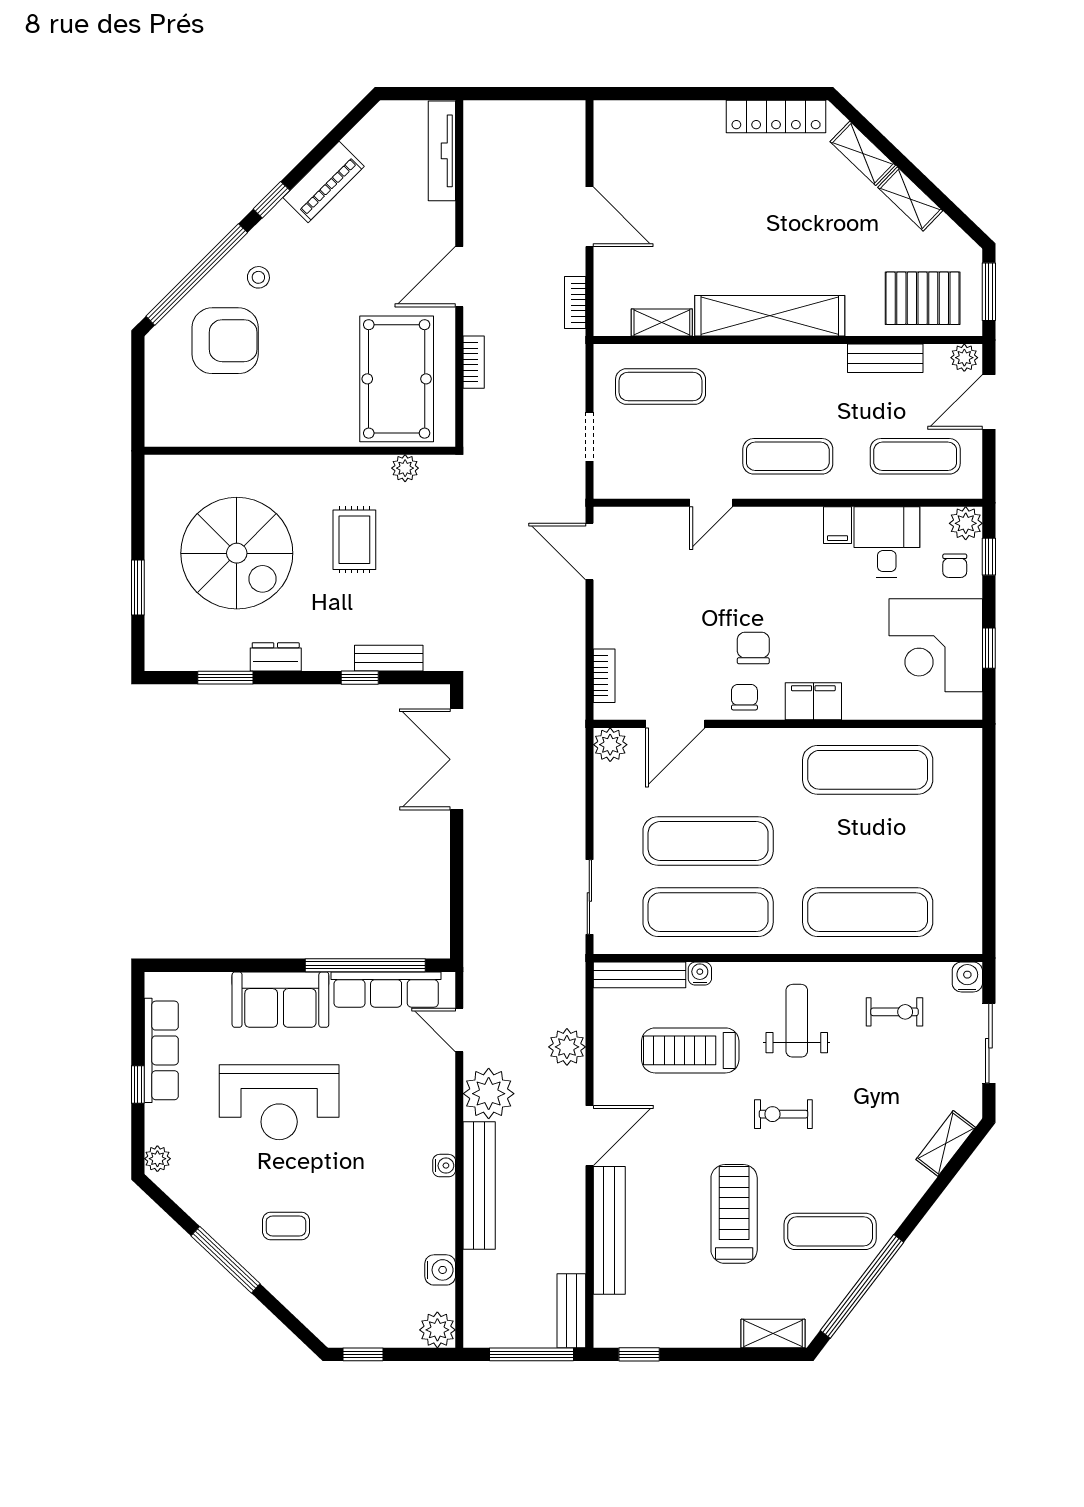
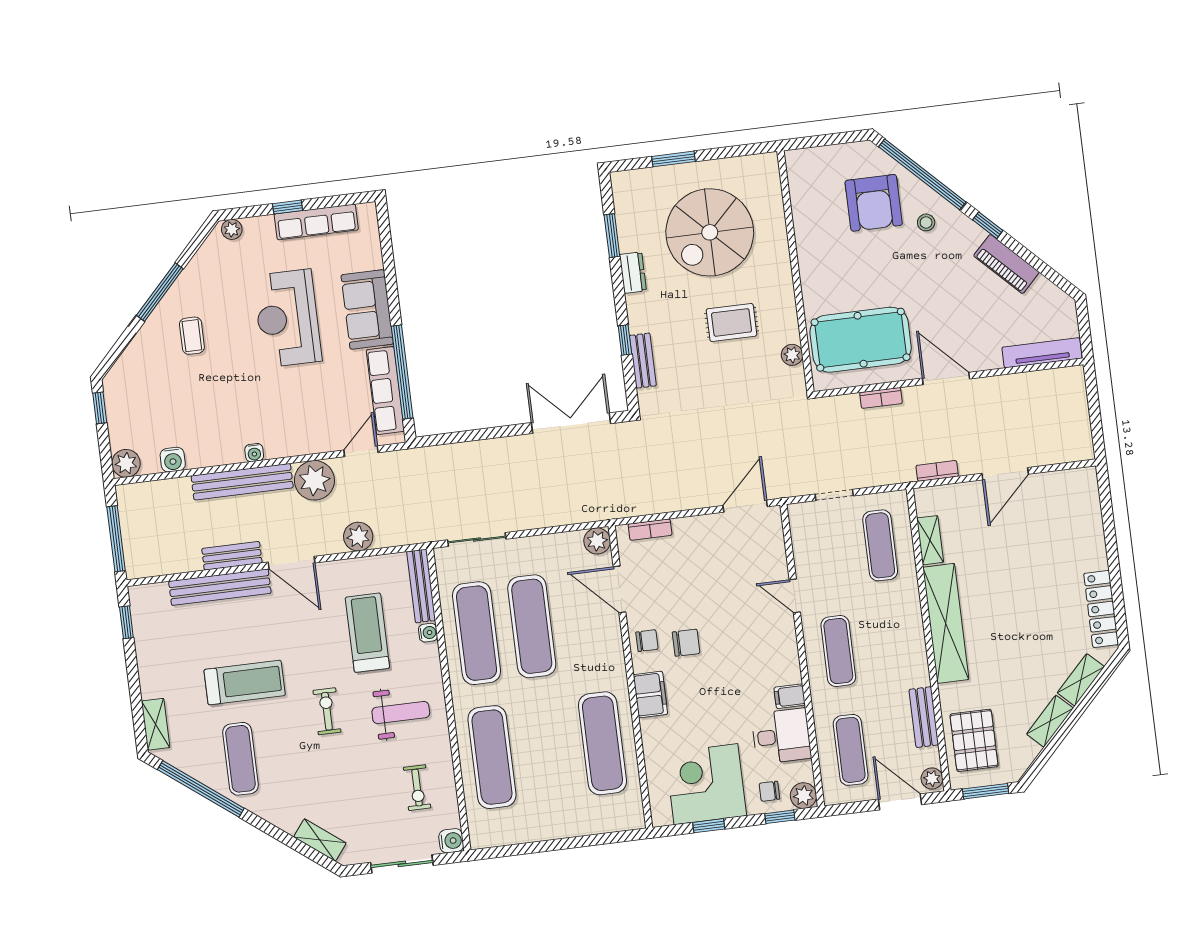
bench: (571, 1311) -> (232, 556), moved

